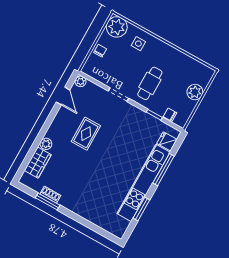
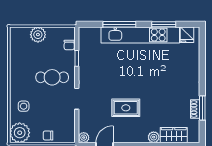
fridge: (167, 141) -> (187, 35), moved

